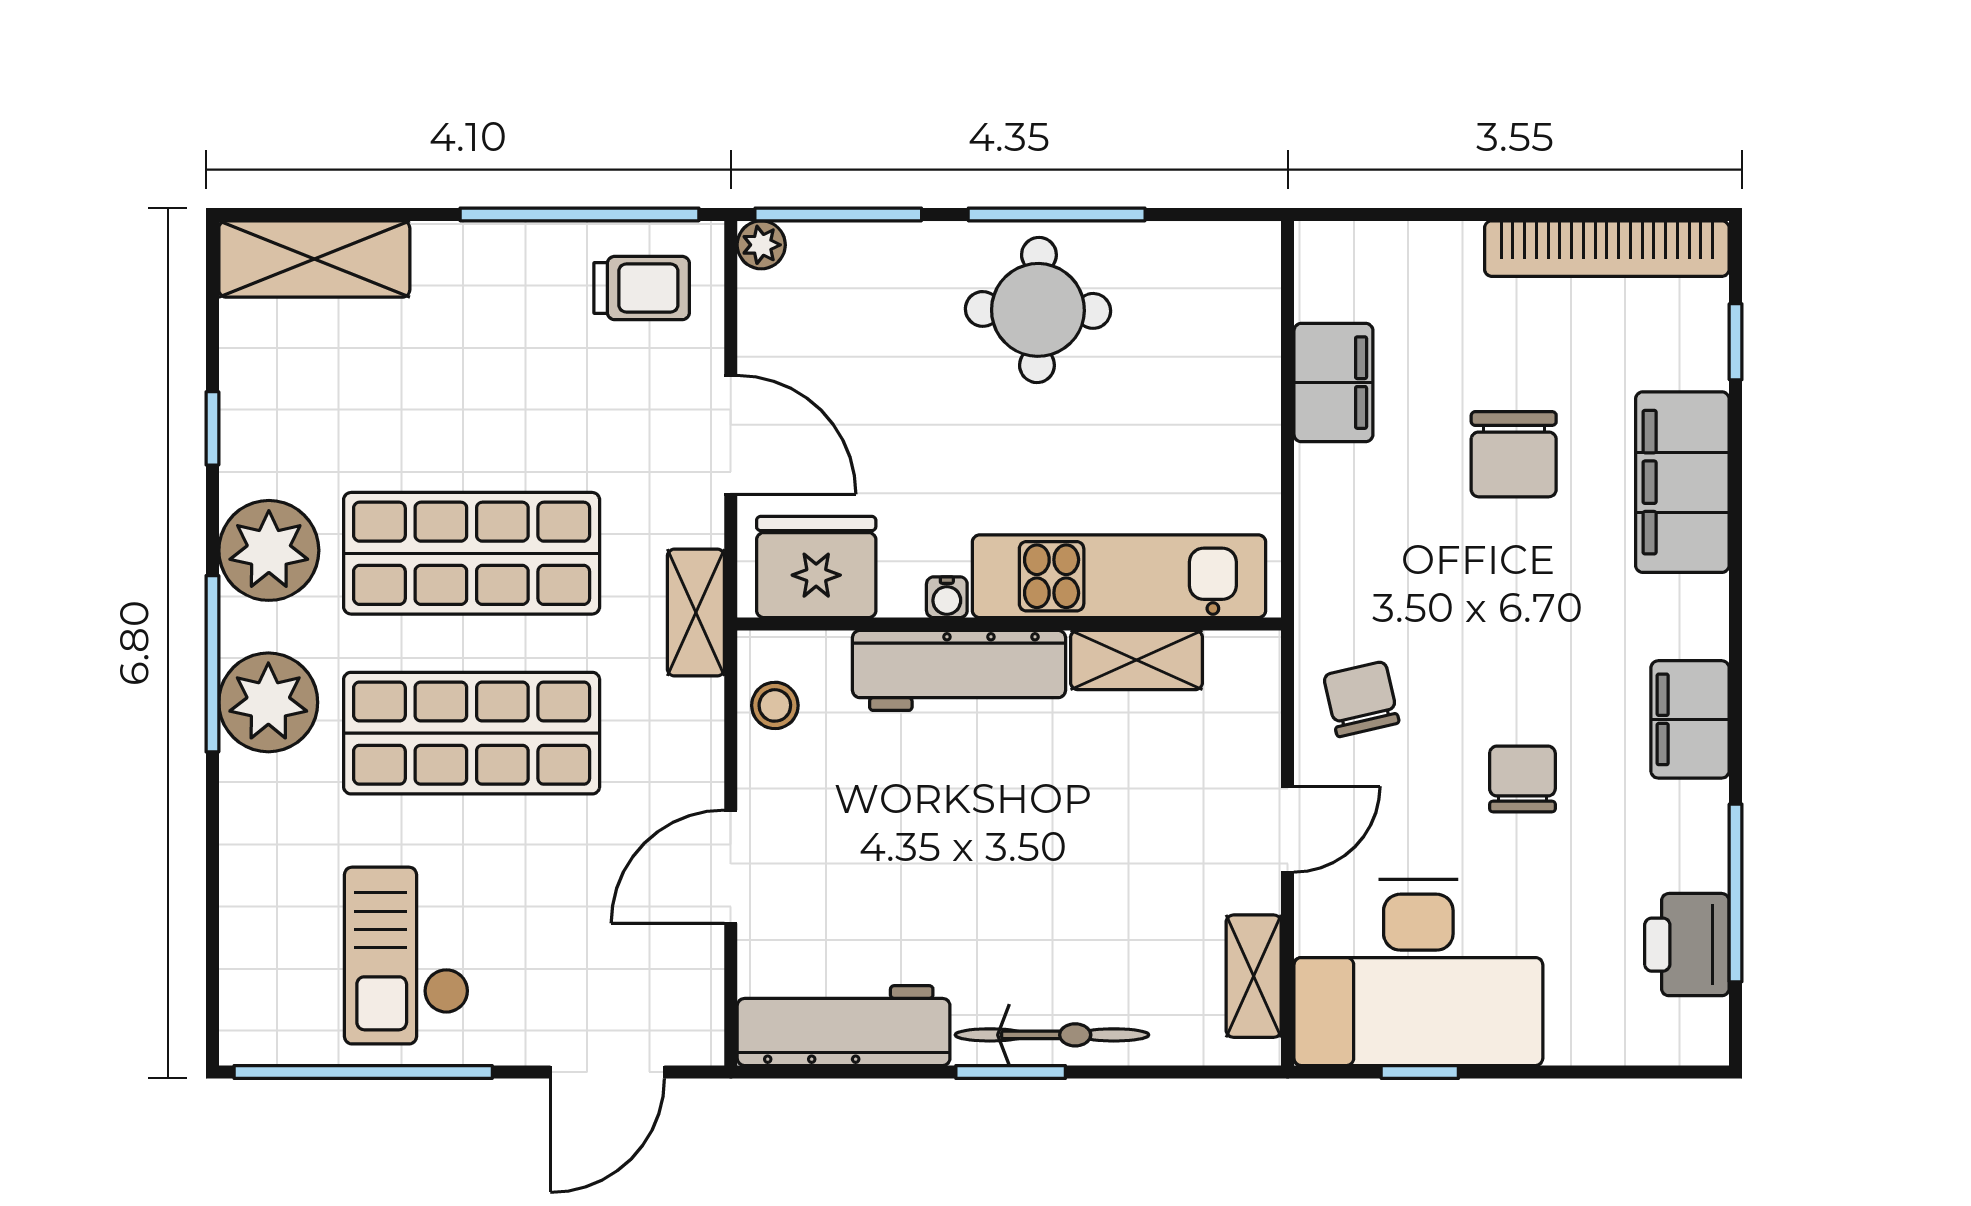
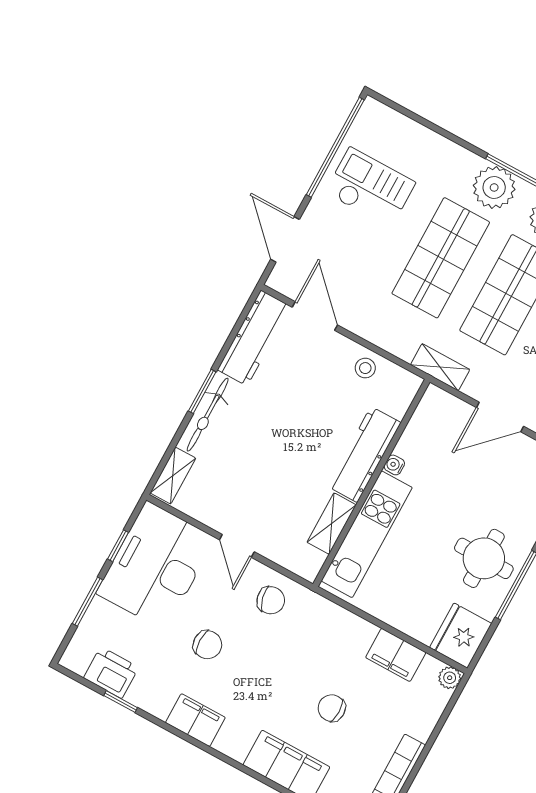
plant: (1320, 247) -> (450, 678), added
chair: (1514, 454) -> (332, 708), width x0.73, depth x0.73
fridge: (816, 567) -> (461, 636), moved, turned 180
stool: (775, 705) -> (365, 368), moved
door: (731, 867) -> (315, 316), moved
window: (1736, 893) -> (121, 702), width x0.46
shelving: (1254, 976) -> (173, 475), moved, turned 90
window: (1568, 1072) -> (88, 602), added

